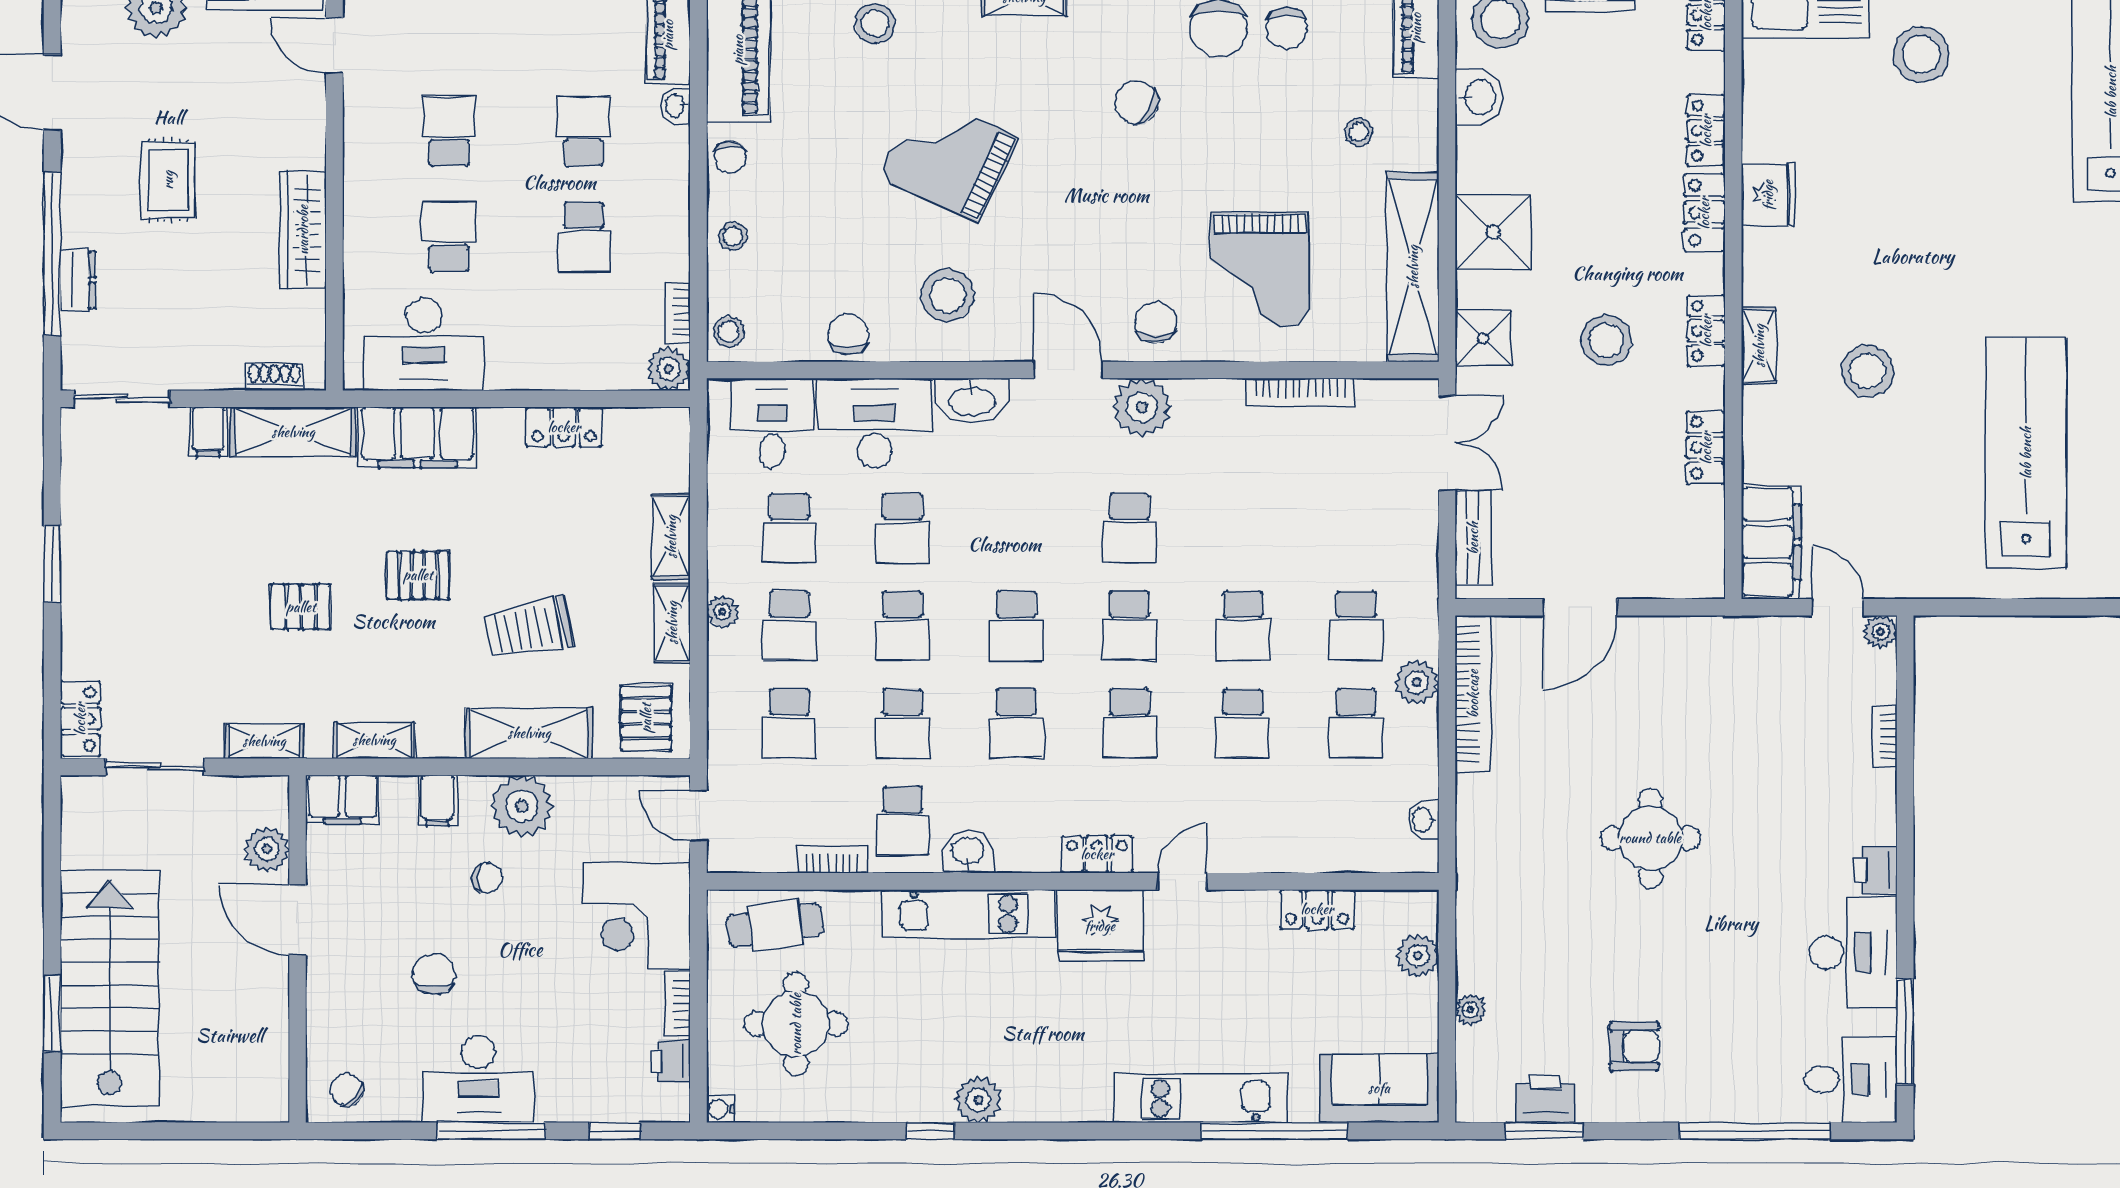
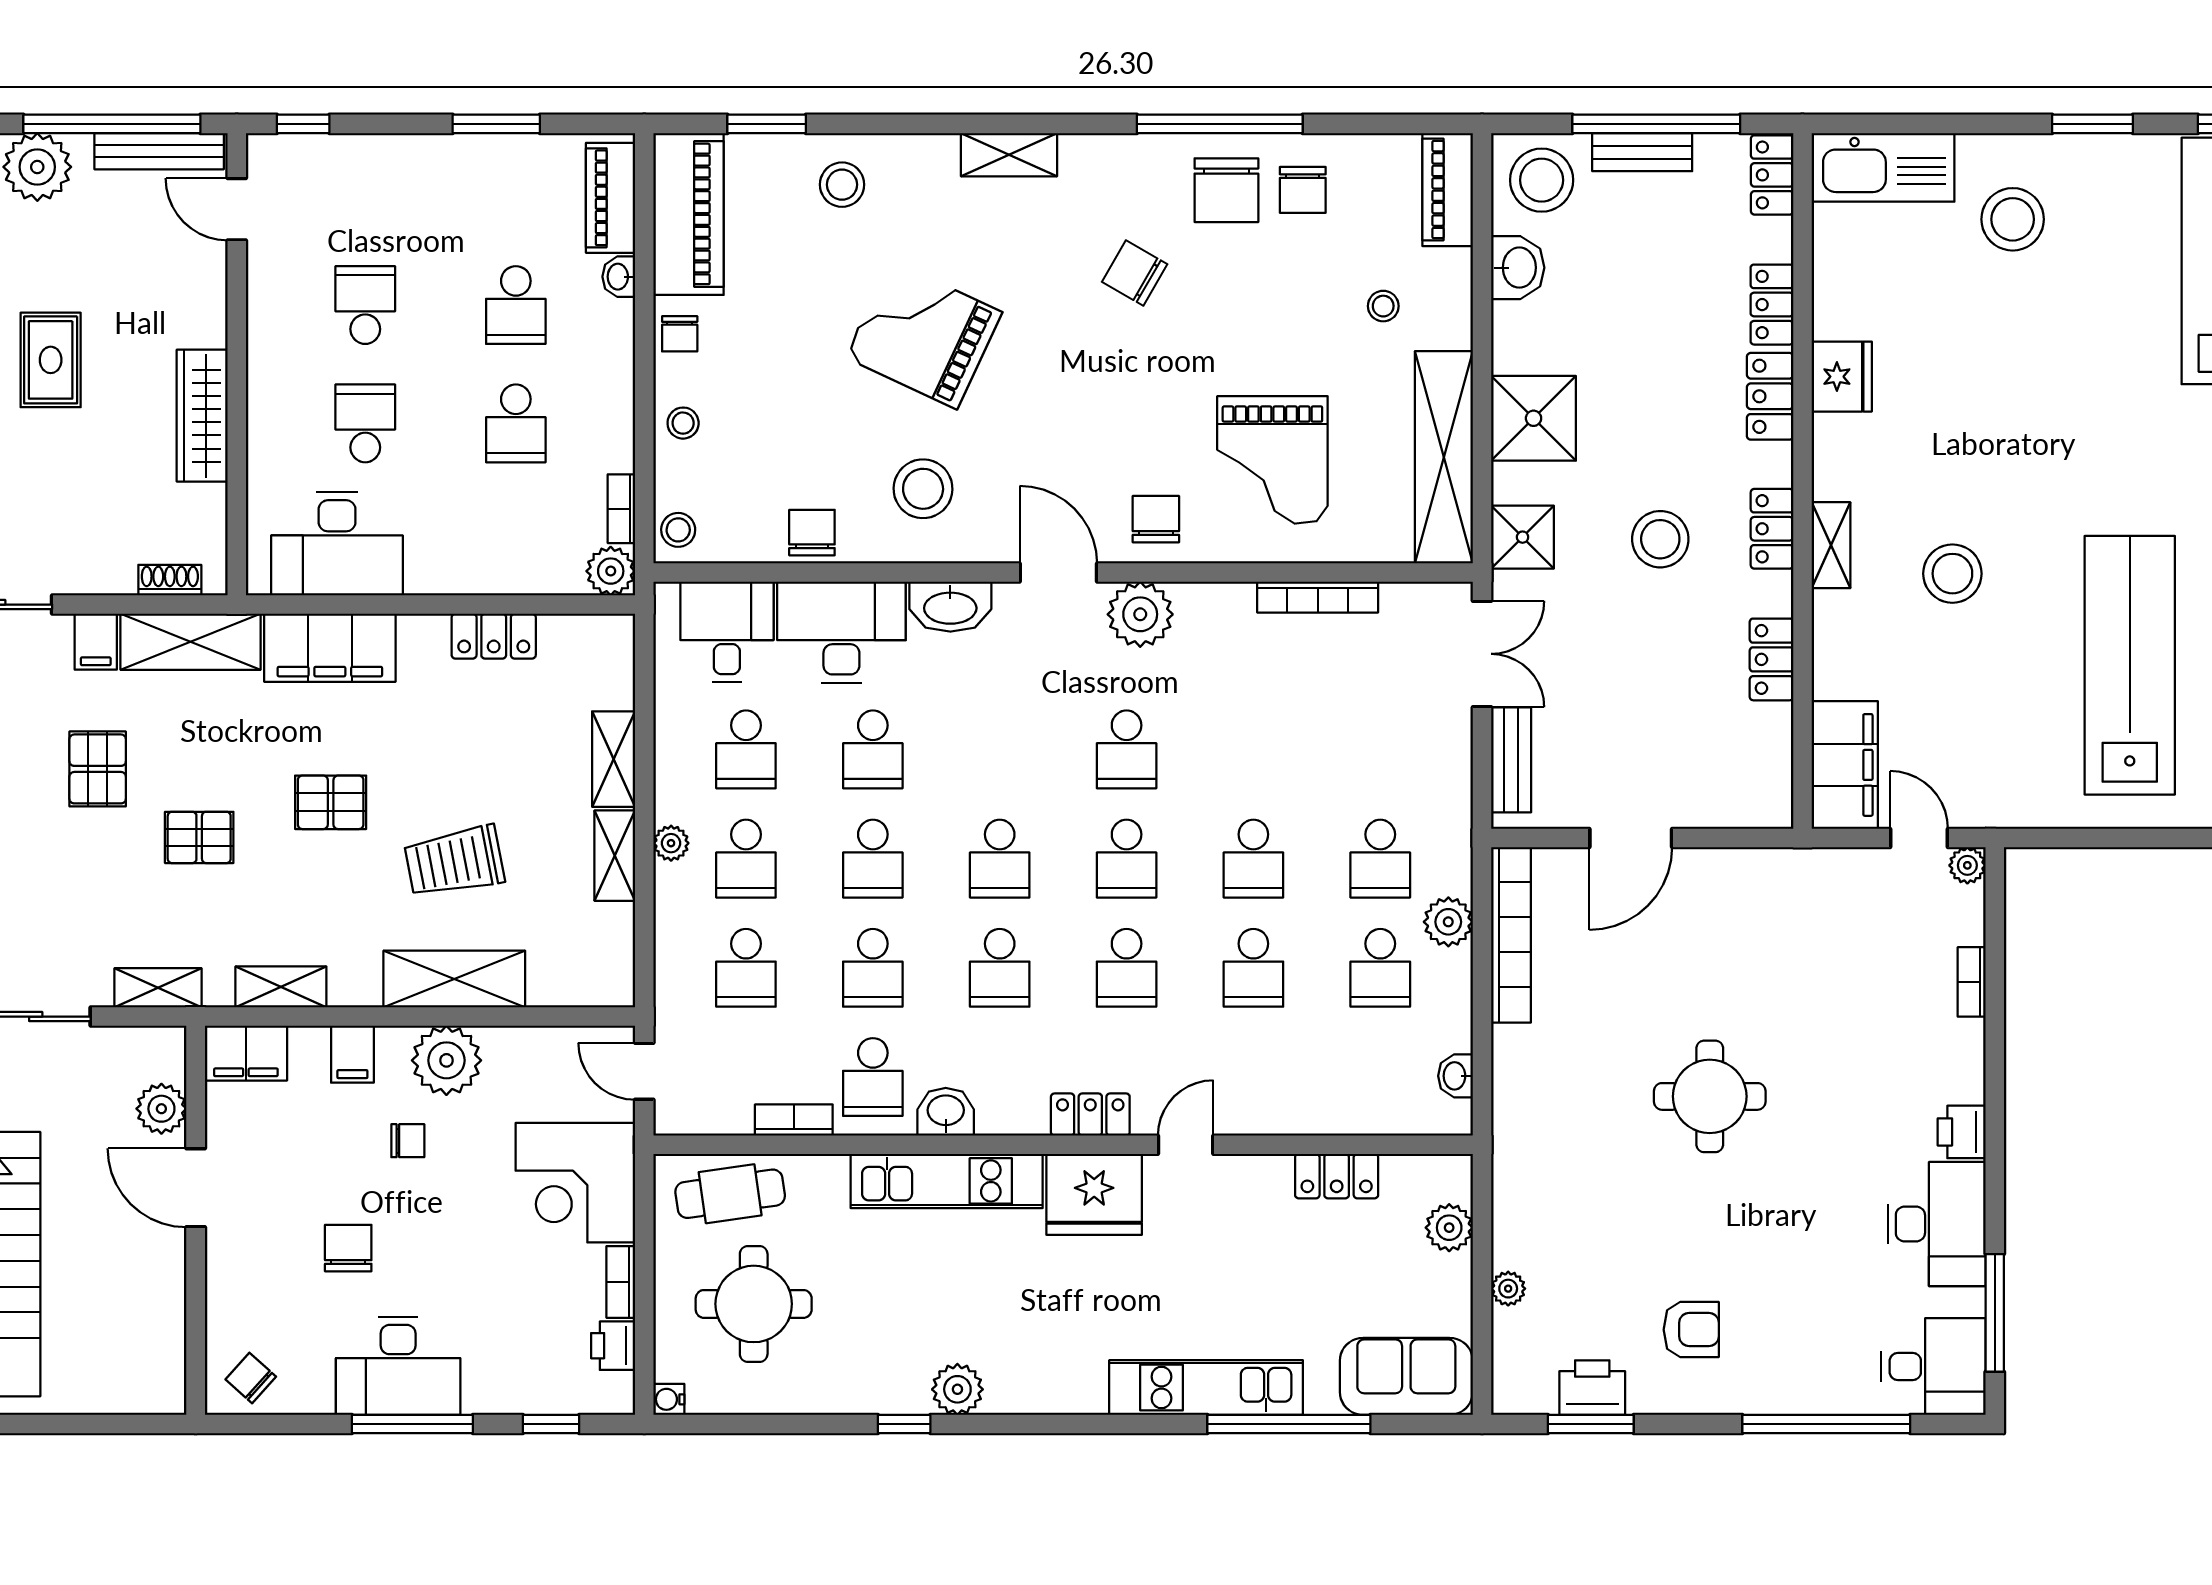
school desk: (584, 131) -> (516, 305), turned 180
pallet: (646, 718) -> (98, 769), moved

